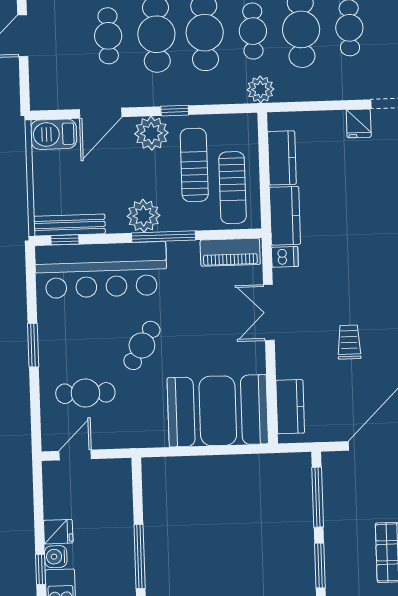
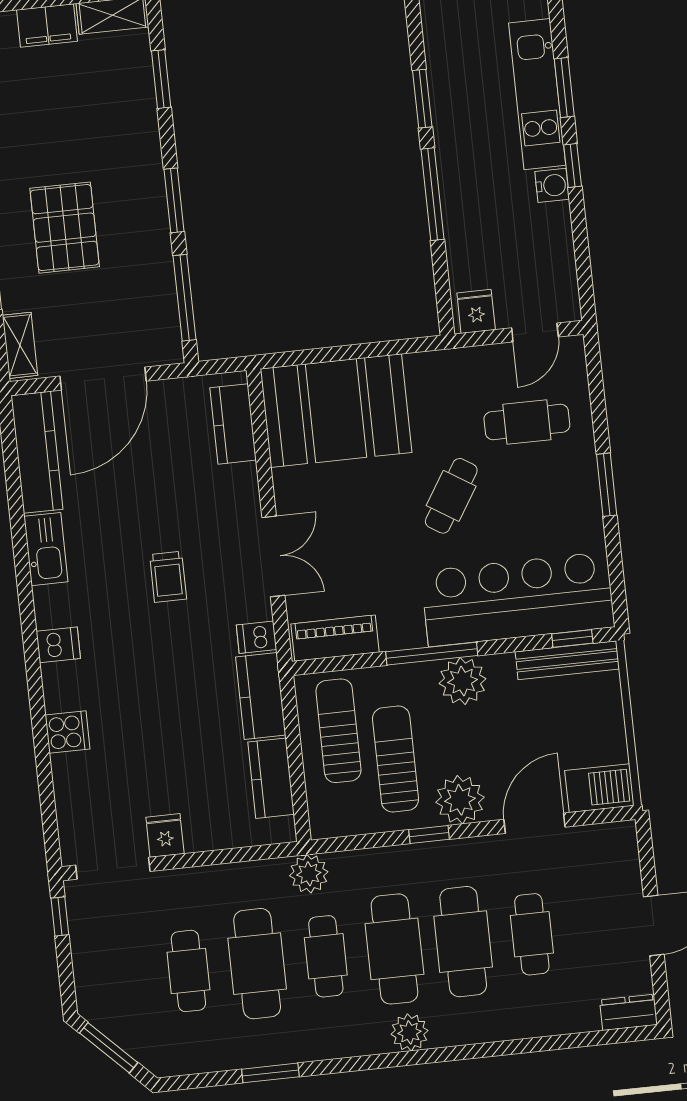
sun lounger: (194, 165) -> (396, 759), turned 180
trolley: (349, 342) -> (168, 577), moved
fridge: (58, 532) -> (476, 311), moved, turned 90

